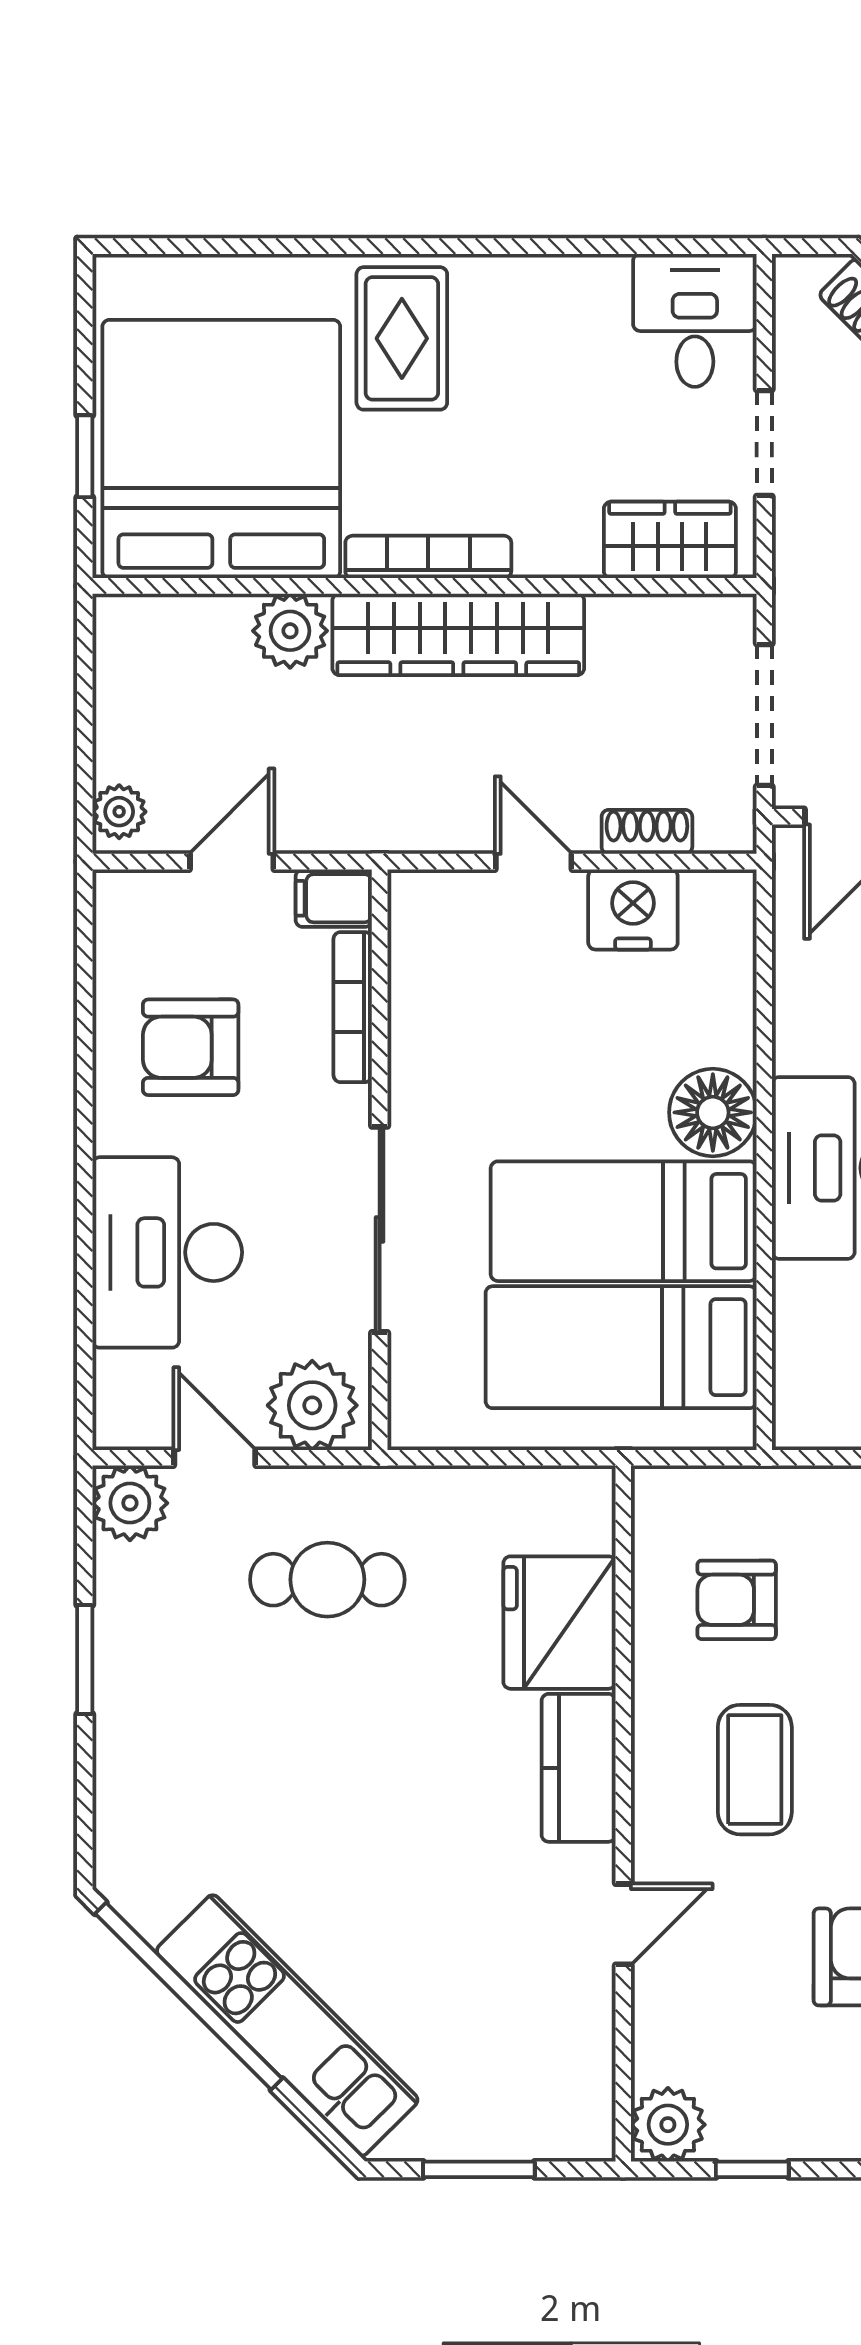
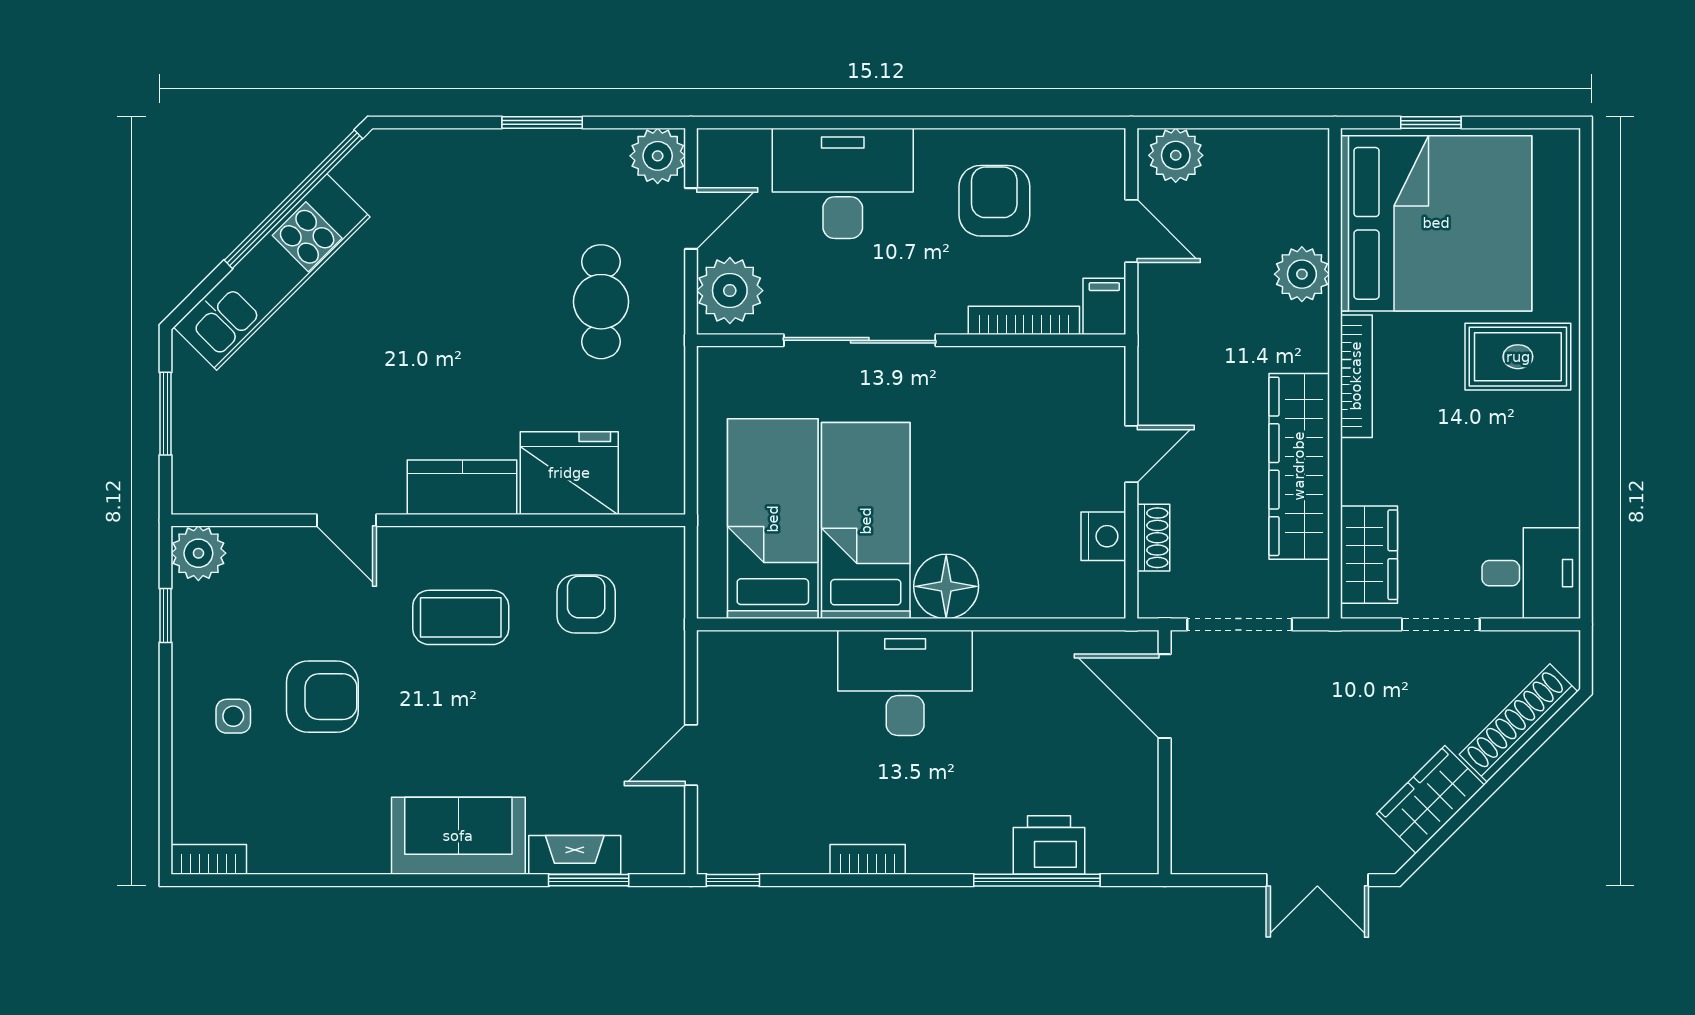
wardrobe: (458, 634) -> (1299, 466), moved
plant: (119, 812) -> (1176, 155), width x1.38, depth x1.38
nightstand: (633, 909) -> (1103, 536), width x0.74, depth x0.75

